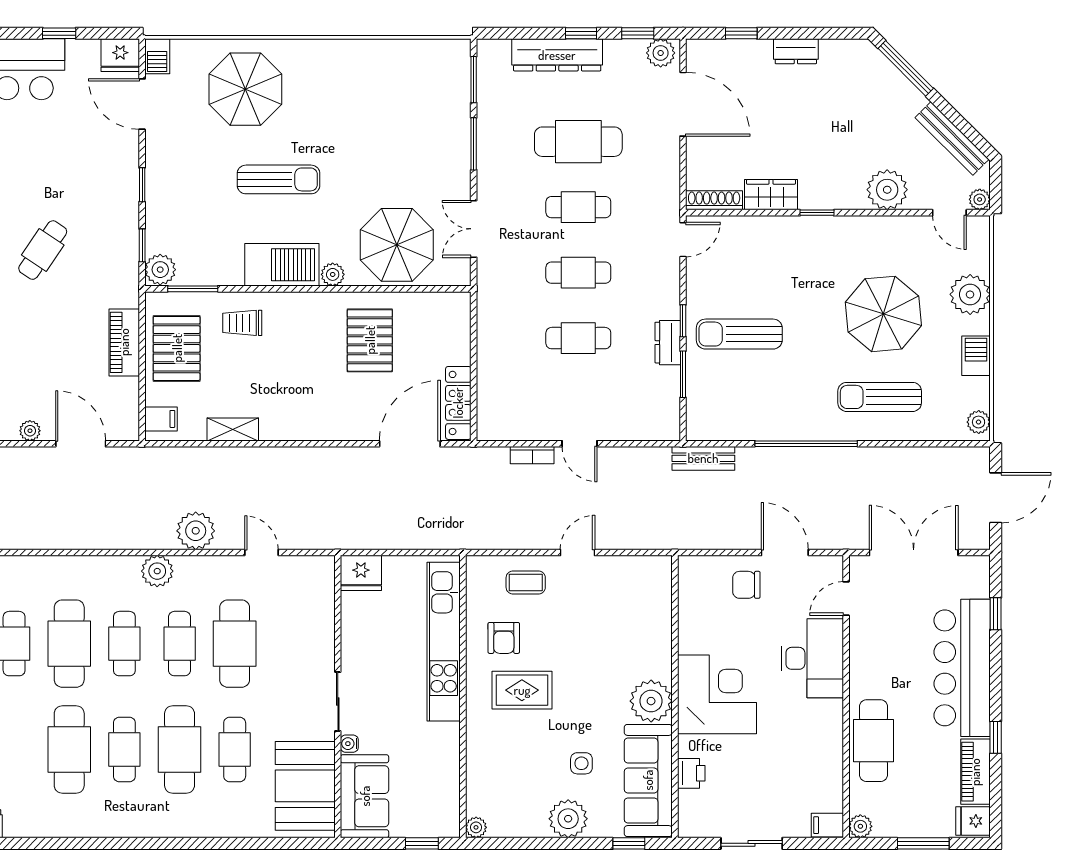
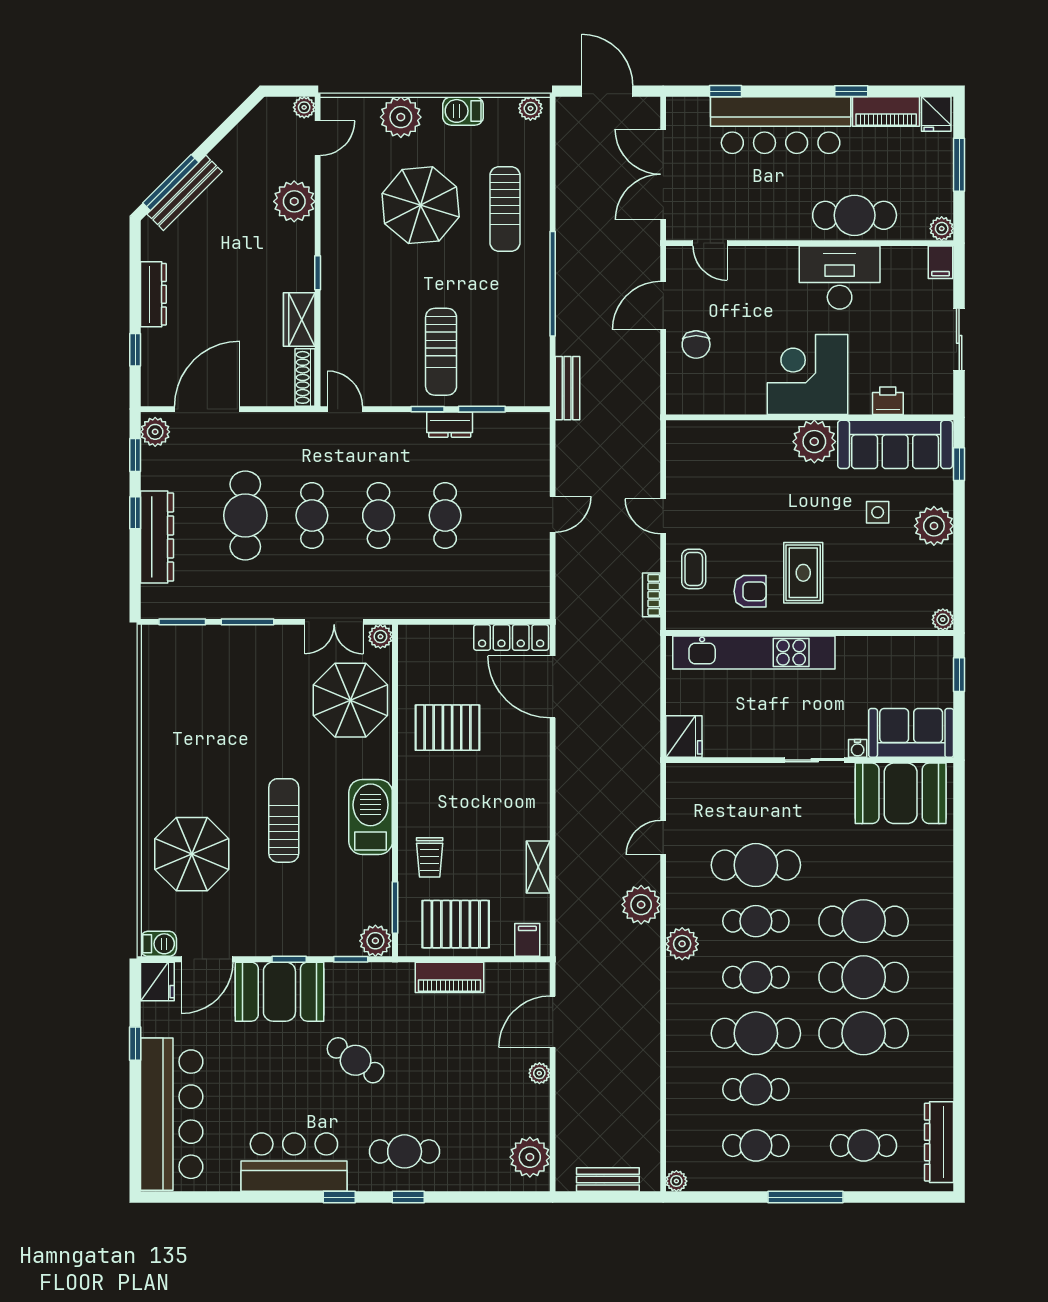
dresser: (796, 51) -> (153, 294), width x1.44
bench: (952, 138) -> (185, 193), moved
booth: (110, 175) -> (279, 992), added
plant: (333, 274) -> (380, 637), moved
bookcase: (532, 455) -> (652, 595), moved, turned 180
desk: (812, 658) -> (840, 278), moved
cafe table: (124, 749) -> (864, 977), width x1.37, depth x1.35
cafe table: (235, 749) -> (864, 865), removed

